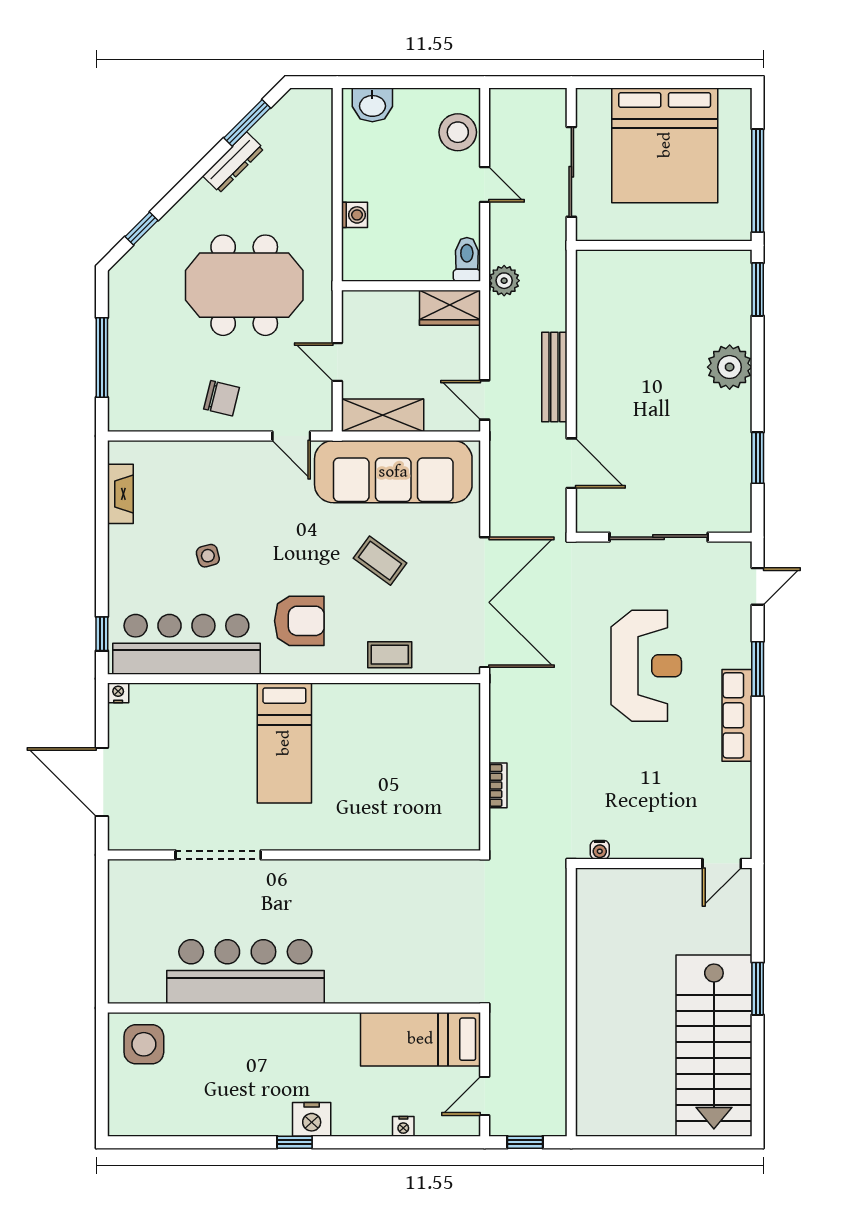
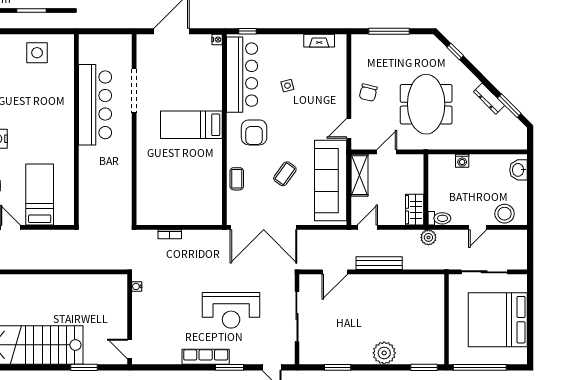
bar counter: (245, 972) -> (95, 105), moved
window: (758, 989) -> (84, 367), moved
wall: (294, 1008) -> (76, 130), moved

